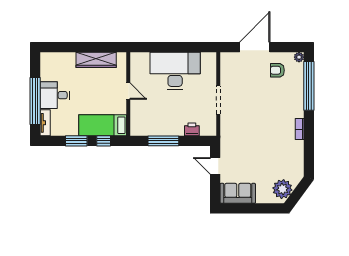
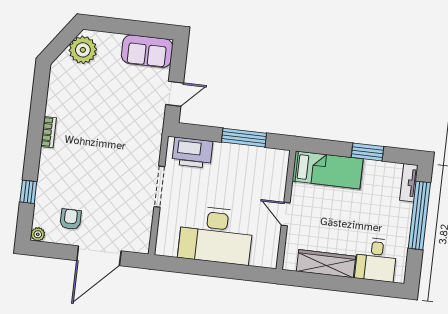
armchair: (277, 70) -> (71, 219), turned -90
window: (309, 86) -> (28, 192), width x0.32
desk: (55, 95) -> (376, 260), moved, turned 90
printer: (192, 129) -> (192, 153), width x1.87, depth x1.48
window: (104, 141) -> (329, 147), removed
door: (215, 166) -> (175, 94), hinge flipped

